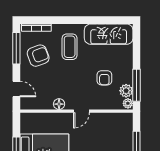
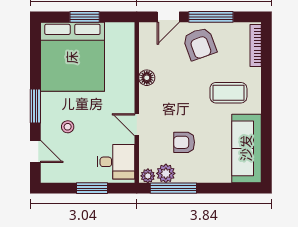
window: (16, 48) -> (211, 17), moved
armchair: (38, 56) -> (200, 44), moved
door: (81, 111) -> (137, 125), moved
desk: (118, 126) -> (116, 162), added

